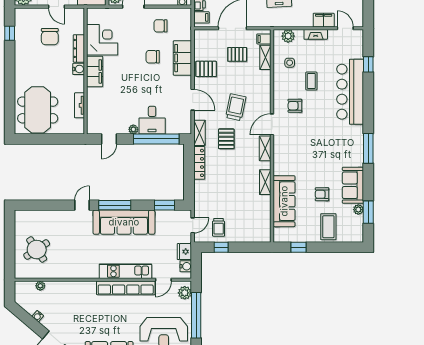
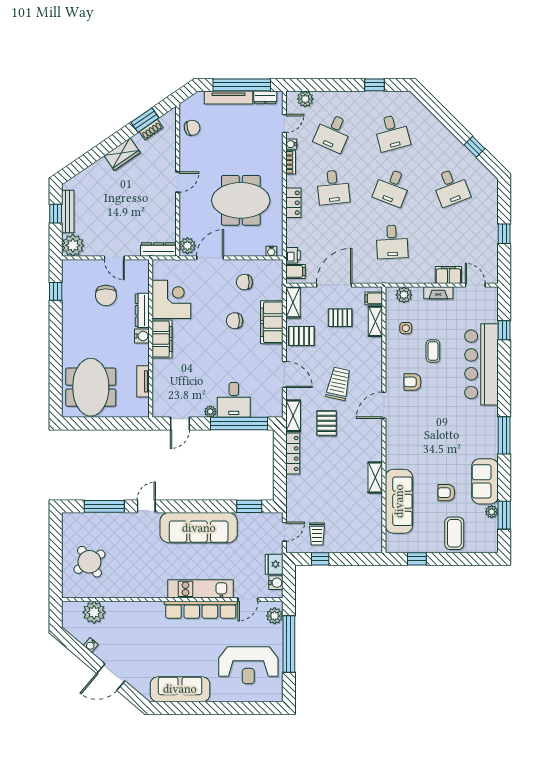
shelving: (265, 148) -> (293, 302), moved
window: (115, 205) -> (104, 506), moved
plant: (40, 286) -> (94, 612), width x1.87, depth x1.87

